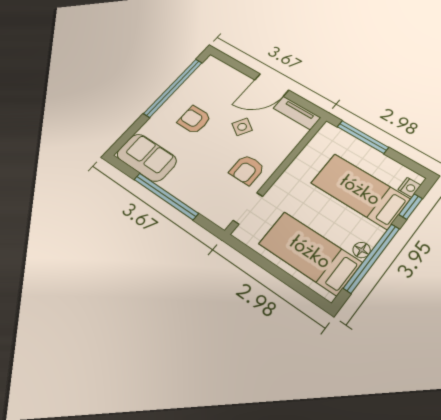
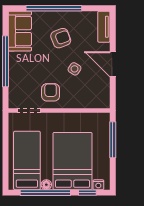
window: (173, 88) -> (54, 8), moved
tv unit: (297, 113) -> (104, 27), moved
armchair: (194, 120) -> (61, 38), turned 69
armchair: (247, 170) -> (51, 92), turned 90
bed: (360, 191) -> (73, 161), width x1.50

